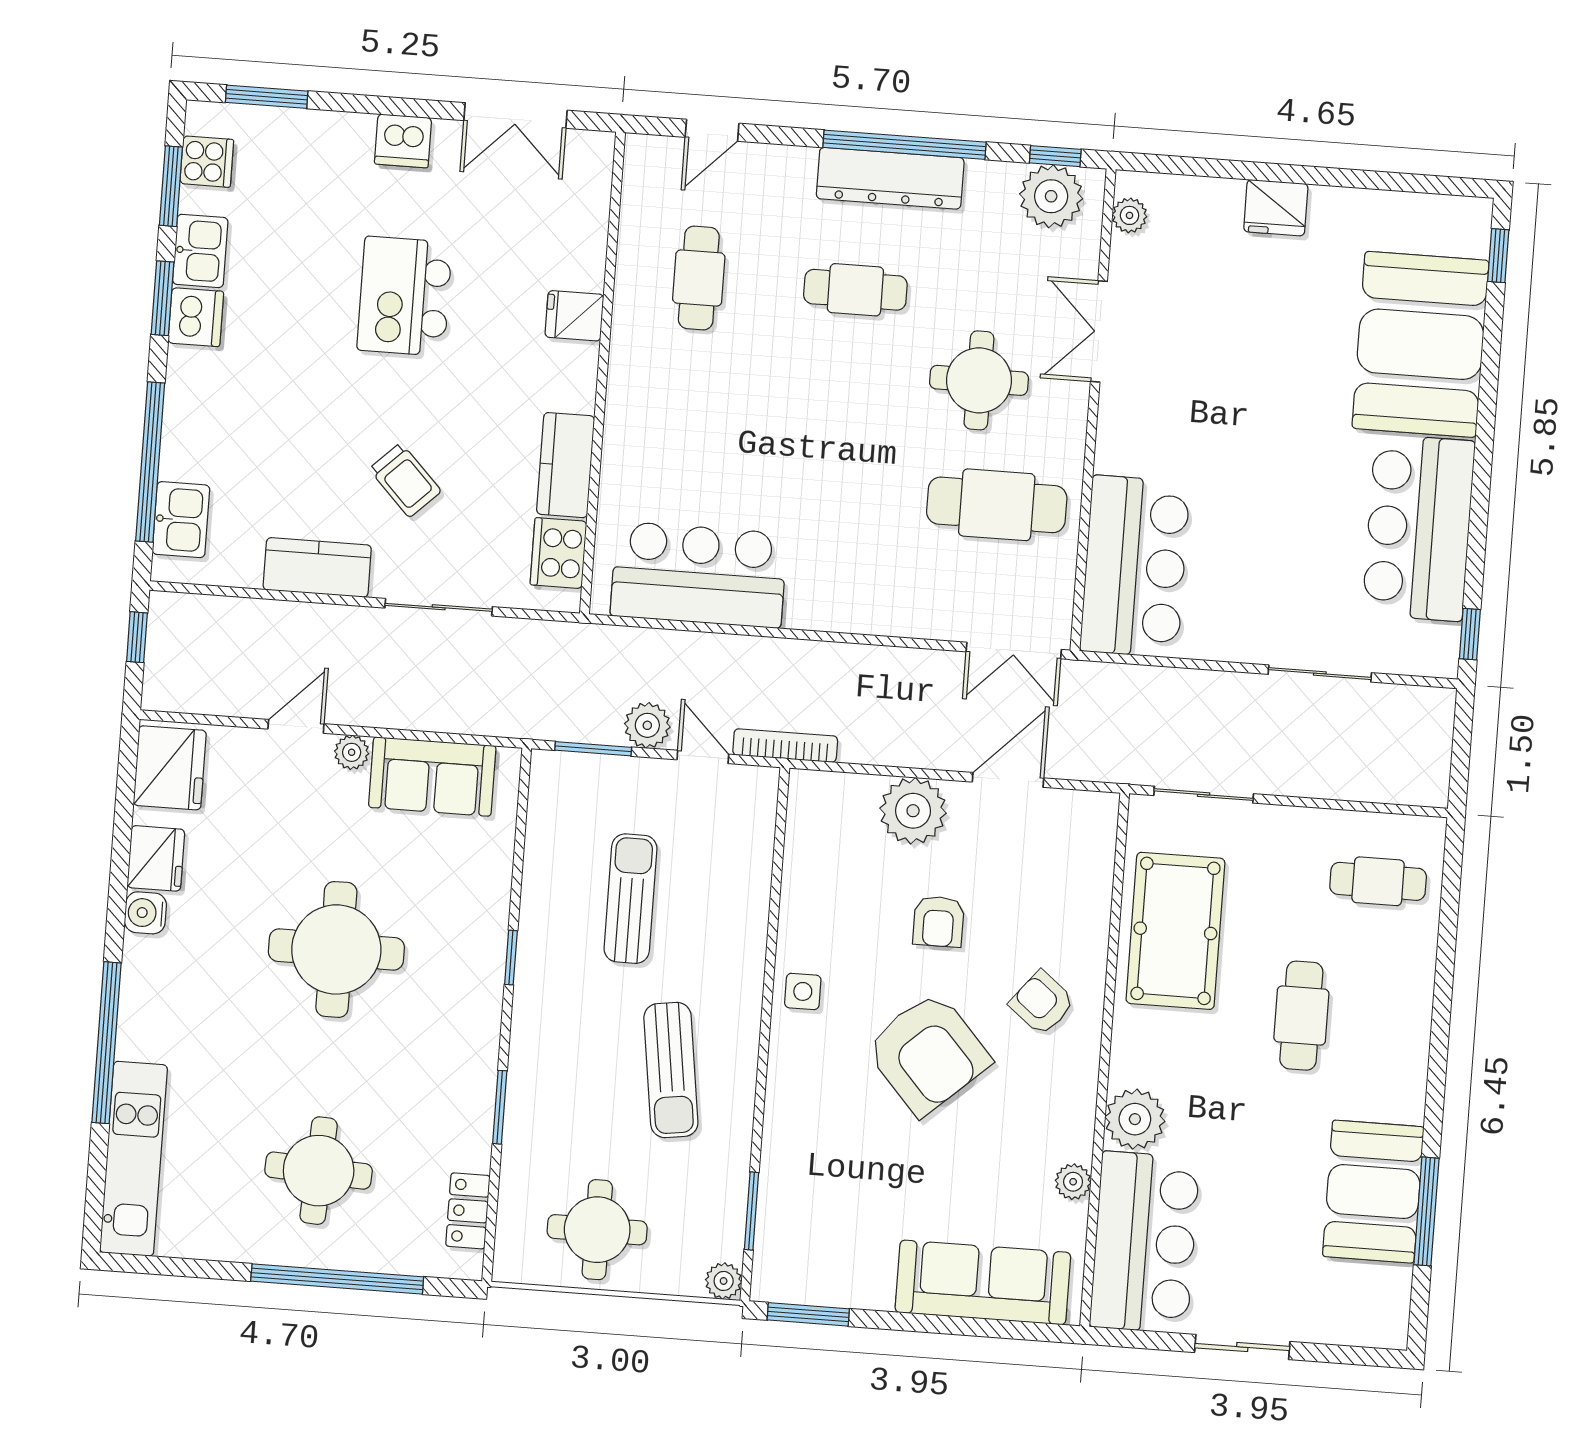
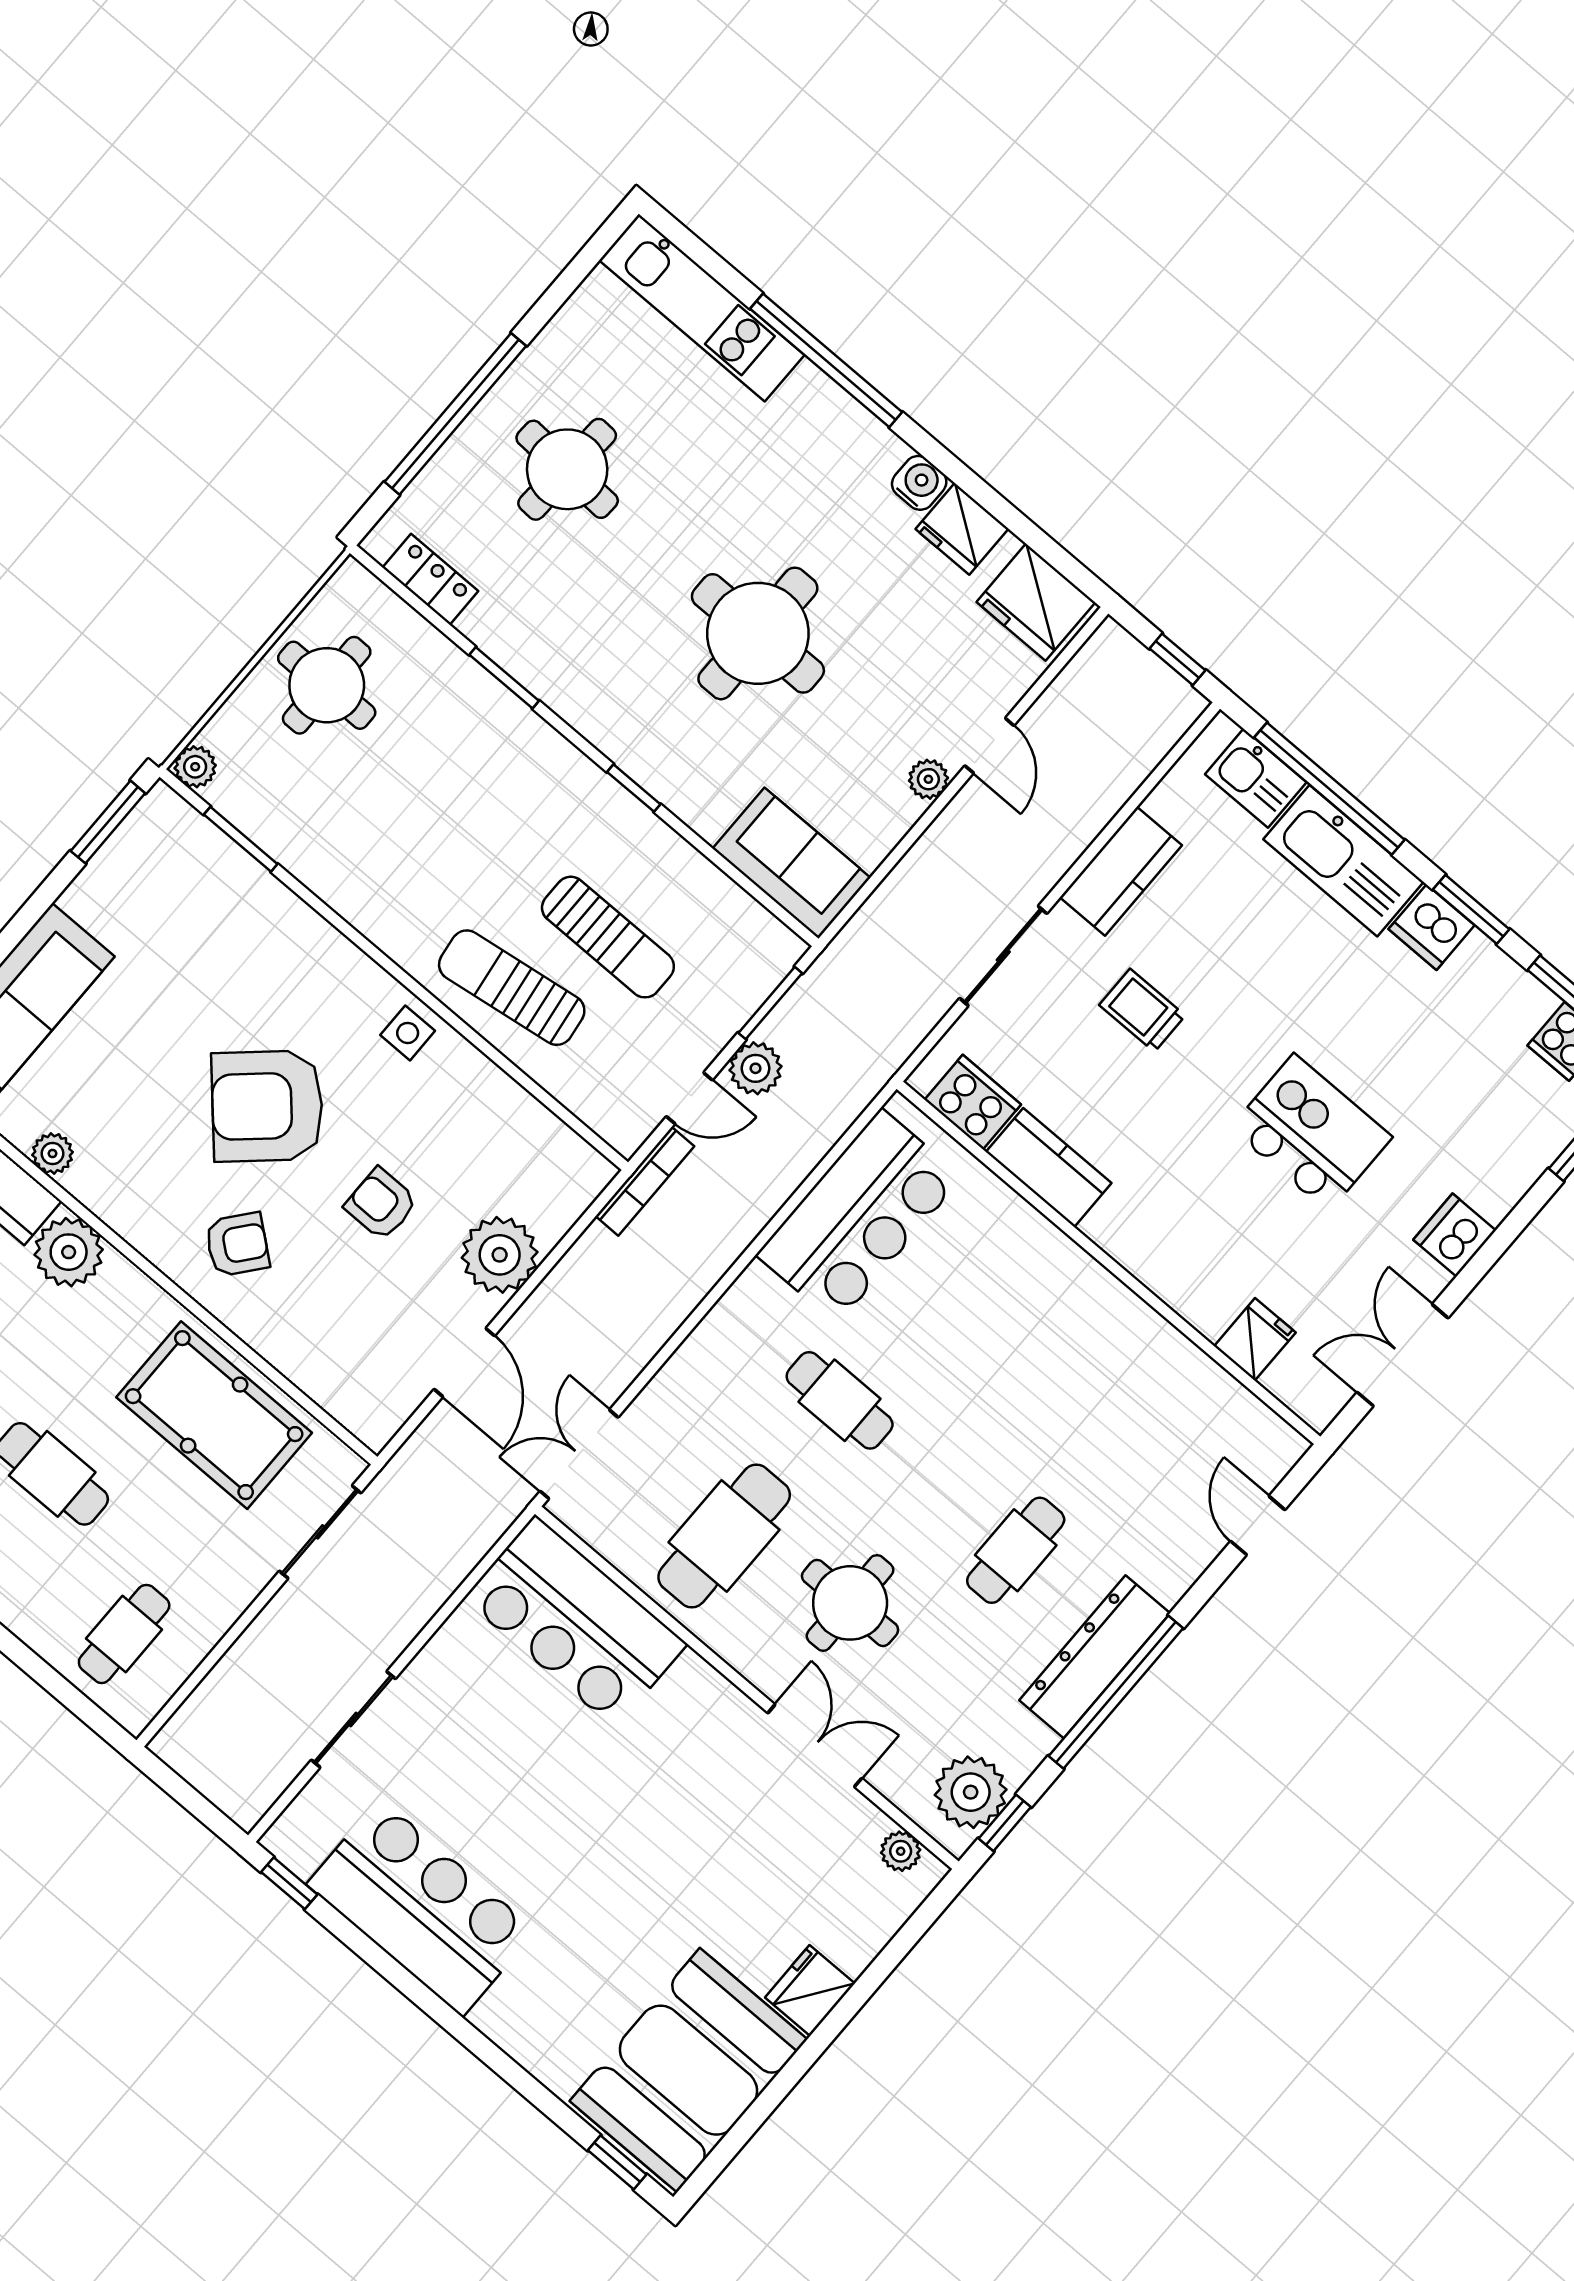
kitchen sink: (200, 251) -> (1343, 861), moved, width x1.88, depth x1.24
cafe table: (699, 278) -> (840, 1400), moved
fridge: (574, 316) -> (1255, 1339), moved
booth: (1421, 344) -> (688, 2070), moved, turned 90
trolley: (405, 480) -> (1142, 1010), turned 44
sofa: (432, 777) -> (792, 863), moved, turned 90
sun lounger: (671, 1070) -> (512, 988), moved

